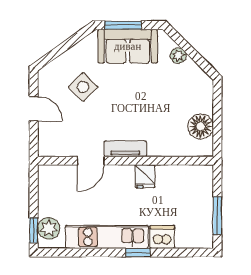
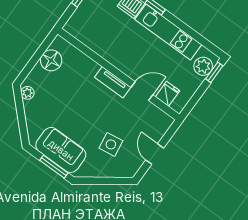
plant: (178, 56) -> (27, 93), moved
side table: (83, 87) -> (111, 144), turned 37
fridge: (145, 176) -> (168, 94), moved

